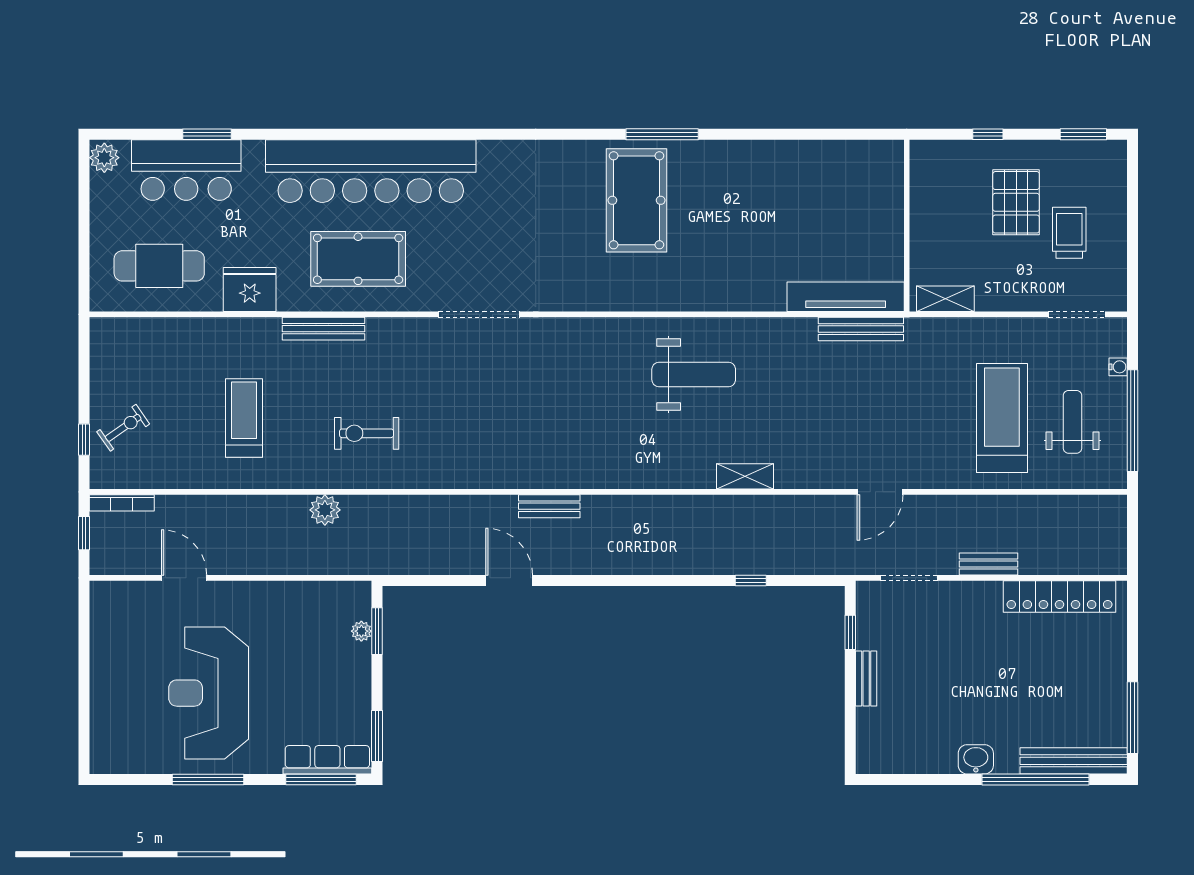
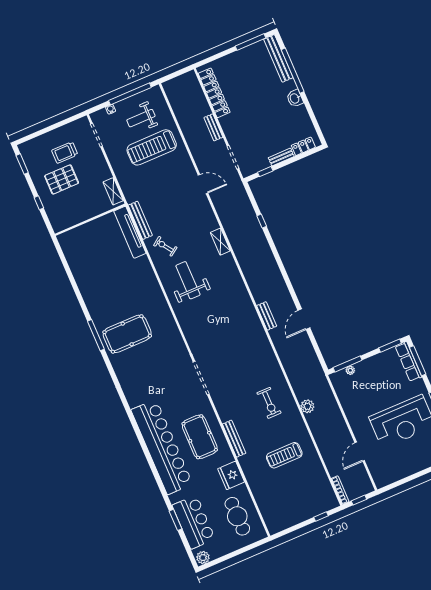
exercise bike: (123, 428) -> (165, 246), moved
window: (377, 631) -> (348, 364), width x1.44
locker: (869, 734) -> (303, 146), added

